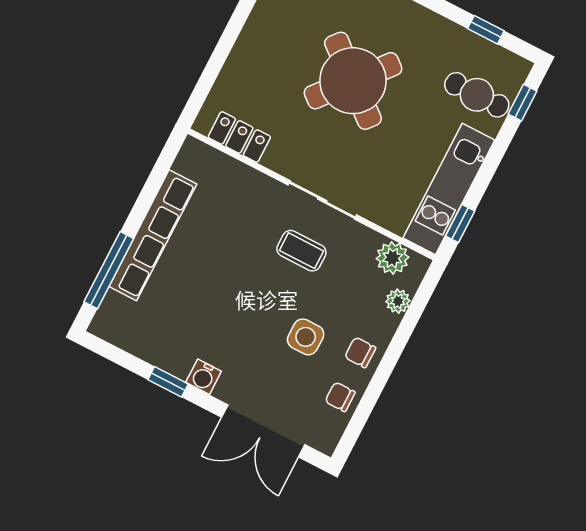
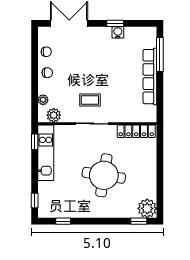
round table: (353, 81) -> (104, 175), turned -31
cafe table: (477, 95) -> (54, 194), removed
locker: (239, 137) -> (136, 131), width x1.53
side table: (306, 337) -> (71, 68), removed
water cooler: (204, 377) -> (118, 32), moved

